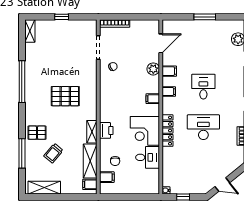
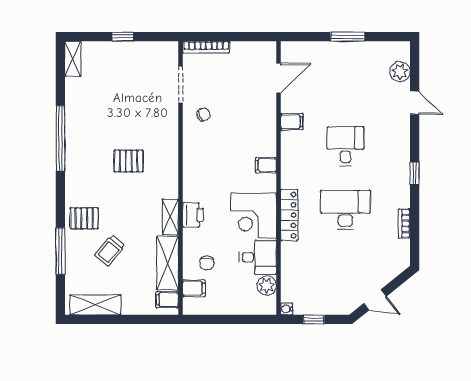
plant: (153, 69) -> (267, 286), moved
filing cabinet: (169, 92) -> (291, 154), removed
pallet: (65, 96) -> (129, 161), width x0.67, depth x0.71

